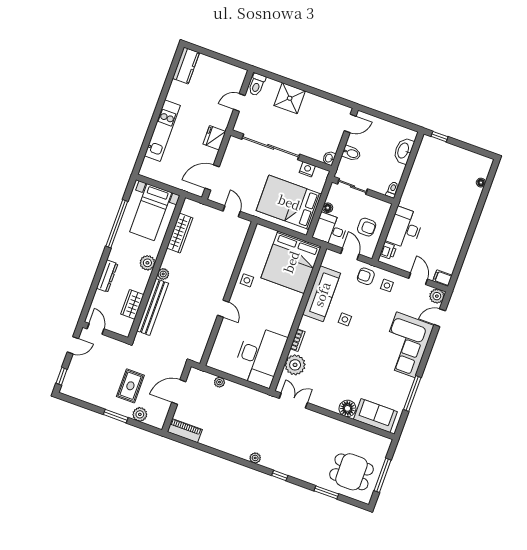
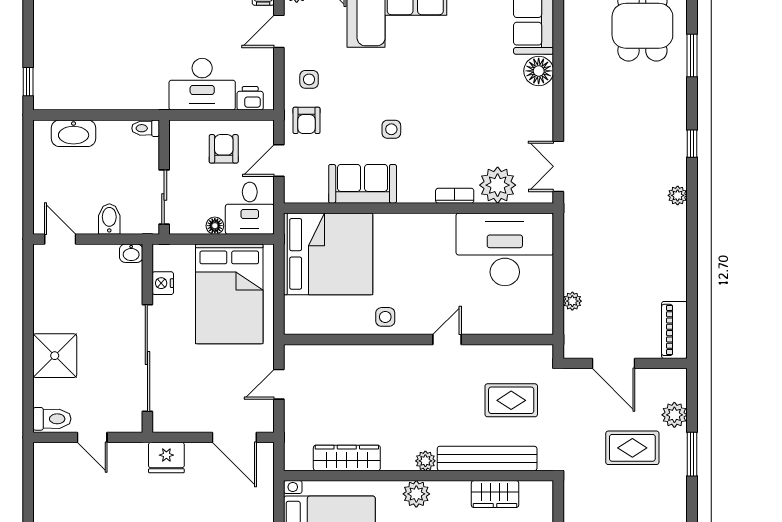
sofa: (322, 294) -> (363, 184), width x0.73
rug: (179, 331) -> (511, 400), added

